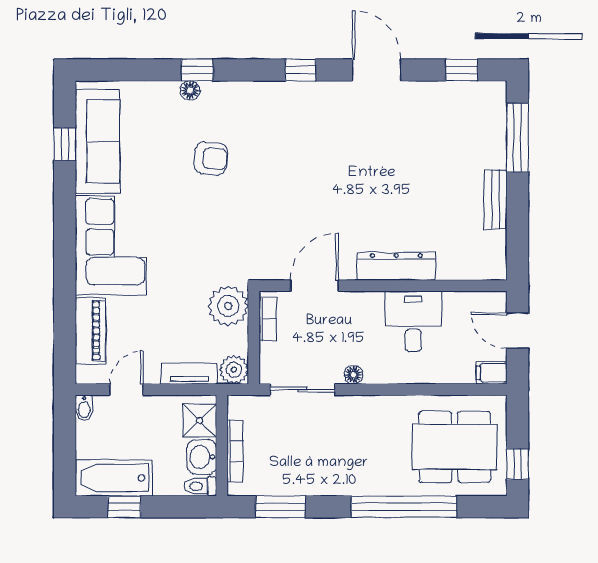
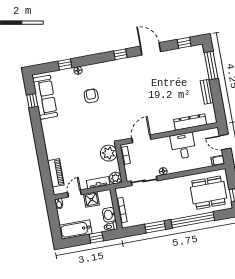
window: (197, 70) -> (65, 64), moved
armchair: (211, 158) -> (91, 96), turned -94
corner sofa: (111, 245) -> (58, 137), removed
dresser: (396, 266) -> (190, 122), moved
shower: (200, 420) -> (91, 200), moved
window: (124, 507) -> (96, 238), moved
window: (280, 507) -> (155, 227), moved

